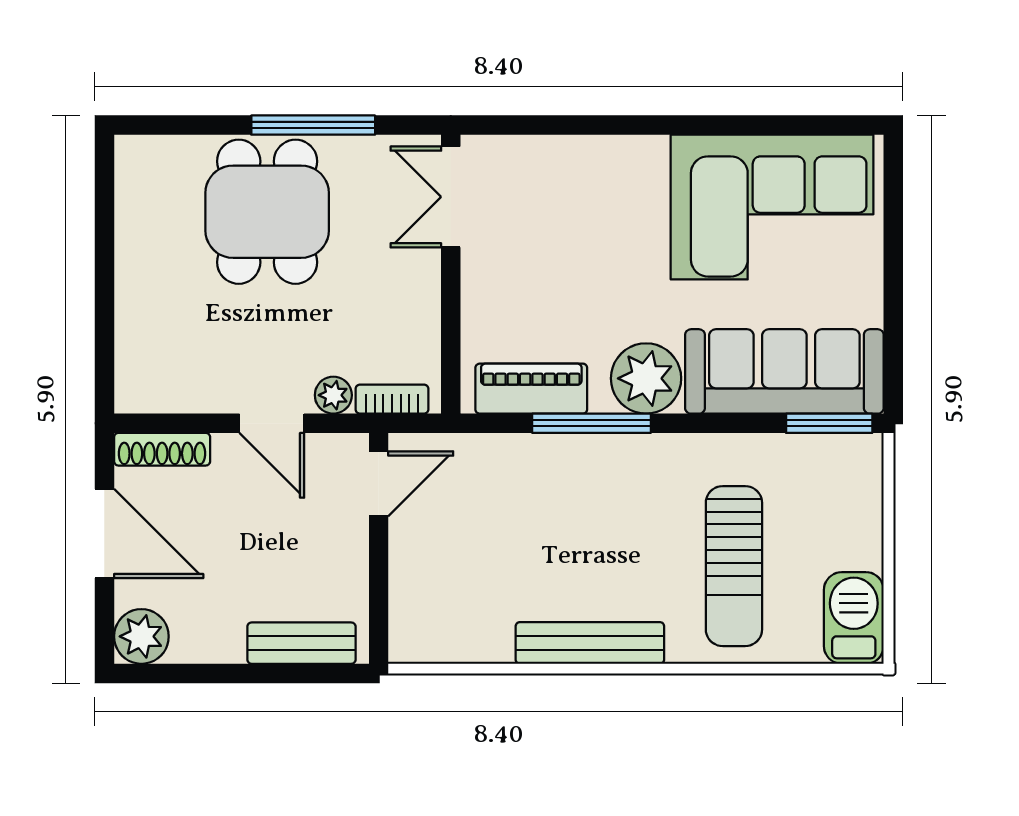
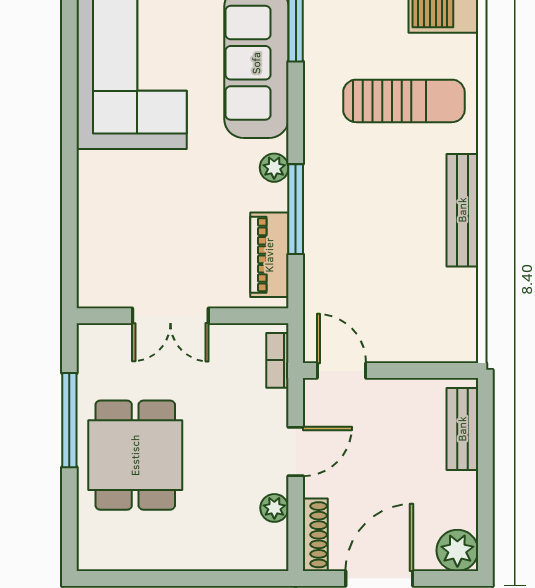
double door: (451, 197) -> (170, 316), moved
dining table: (267, 212) -> (135, 455), turned 90
plant: (646, 378) -> (274, 168), width x0.53, depth x0.53
plant: (333, 395) -> (274, 508), moved

